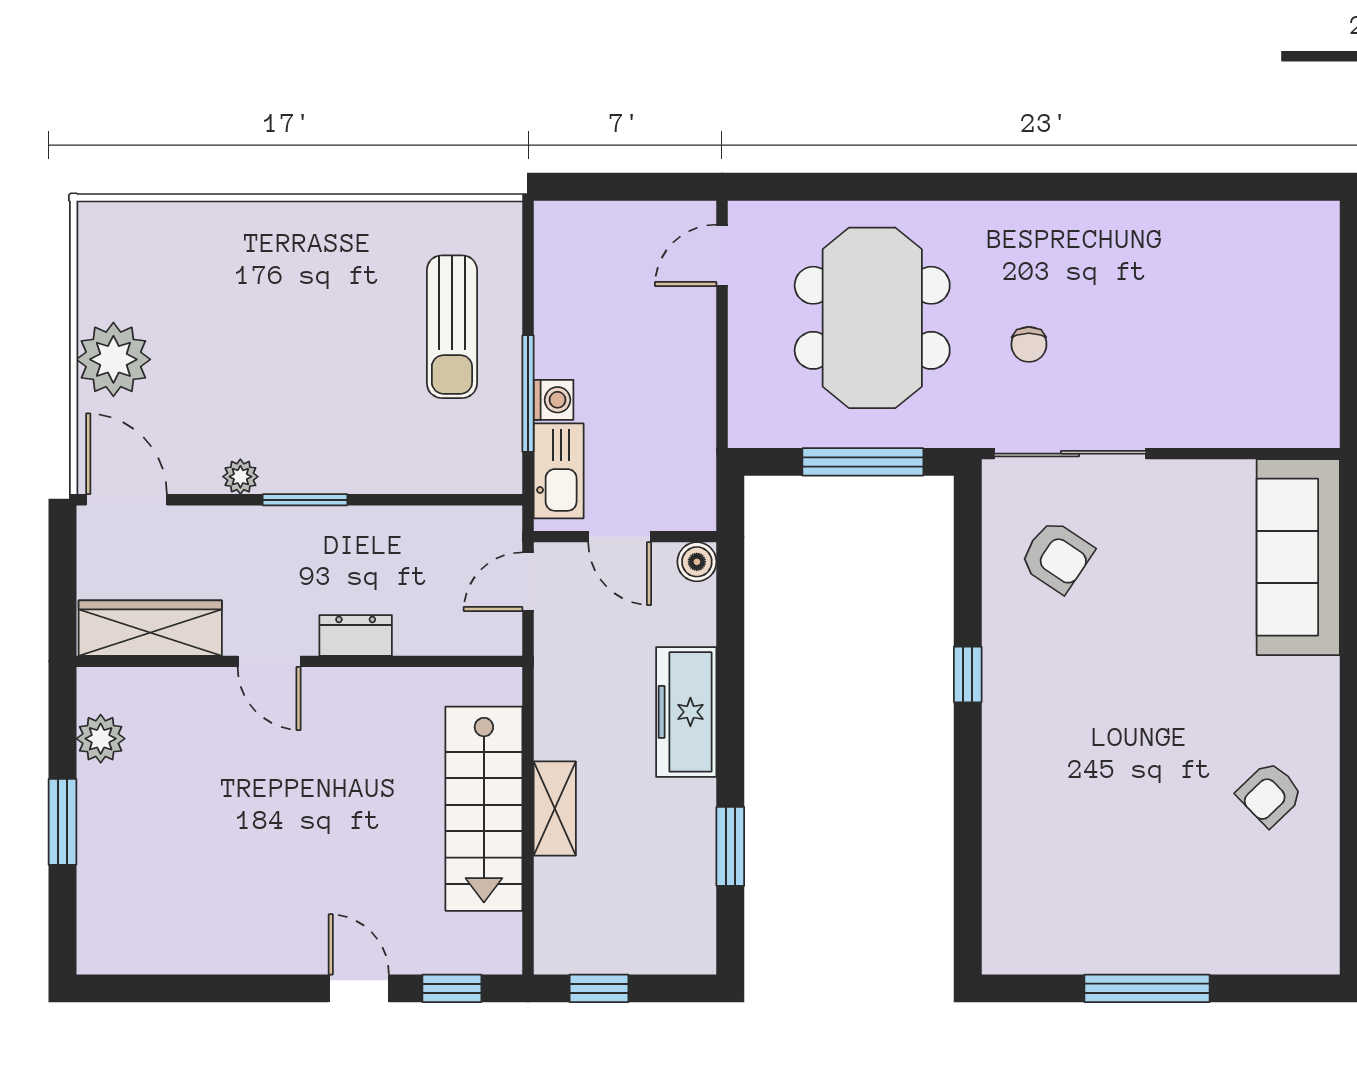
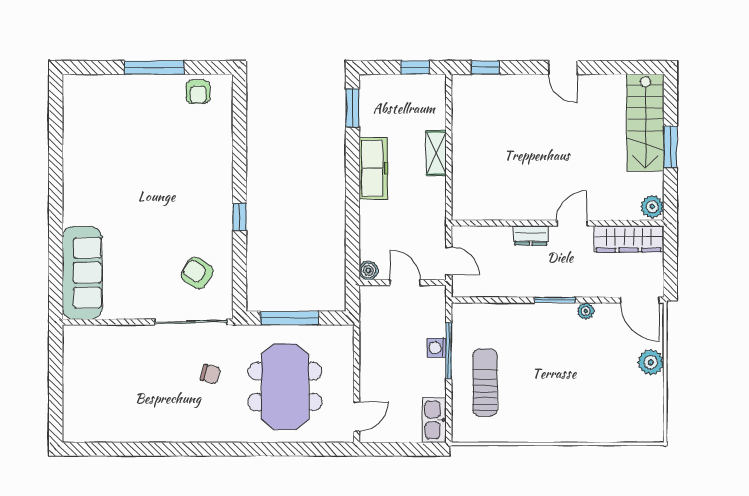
chair: (1029, 344) -> (210, 374), turned 105
plant: (113, 359) -> (651, 362), width x0.73, depth x0.73
kitchen sink: (559, 471) -> (434, 420), moved
door: (528, 582) -> (449, 261), hinge flipped
door: (269, 661) -> (572, 223), hinge flipped
freezer: (686, 712) -> (373, 168), moved
plant: (101, 739) -> (652, 207), moved
armchair: (1270, 794) -> (198, 92), moved, turned 134
stairs: (484, 809) -> (645, 123), moved, turned 180
window: (730, 846) -> (352, 108), moved
door: (359, 988) -> (563, 67), moved

